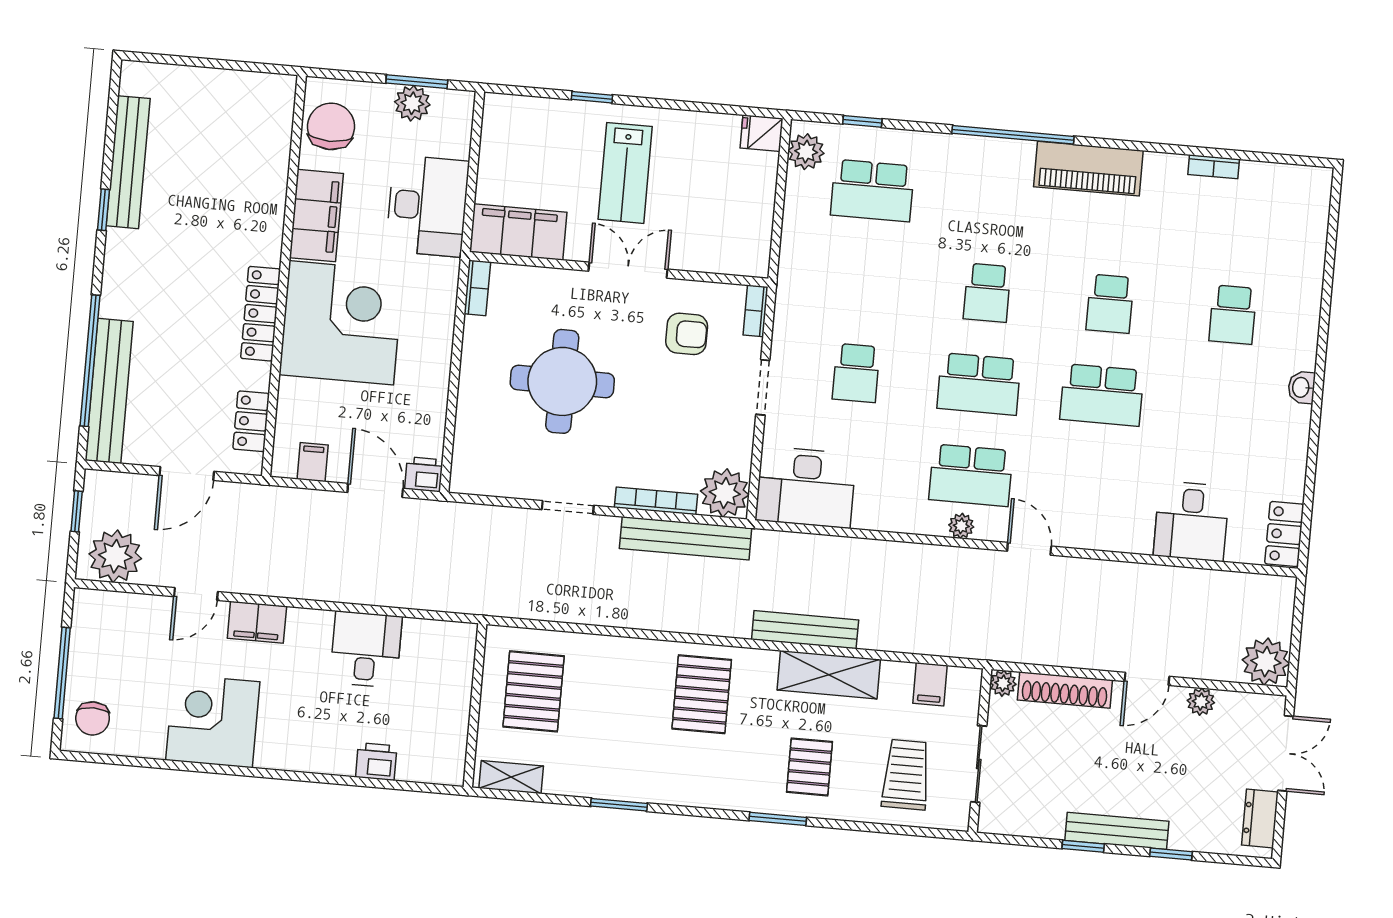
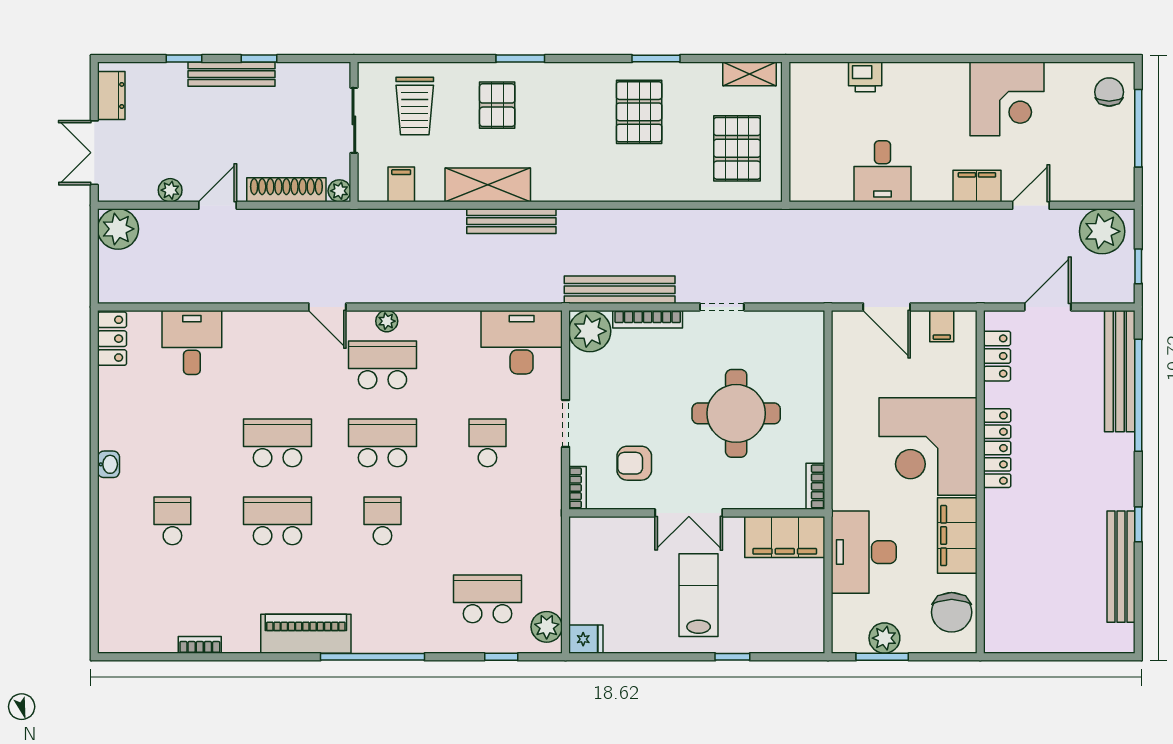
school desk: (1110, 304) -> (277, 521), width x1.85
printer: (424, 474) -> (847, 324), removed
pallet: (702, 694) -> (639, 112), moved

